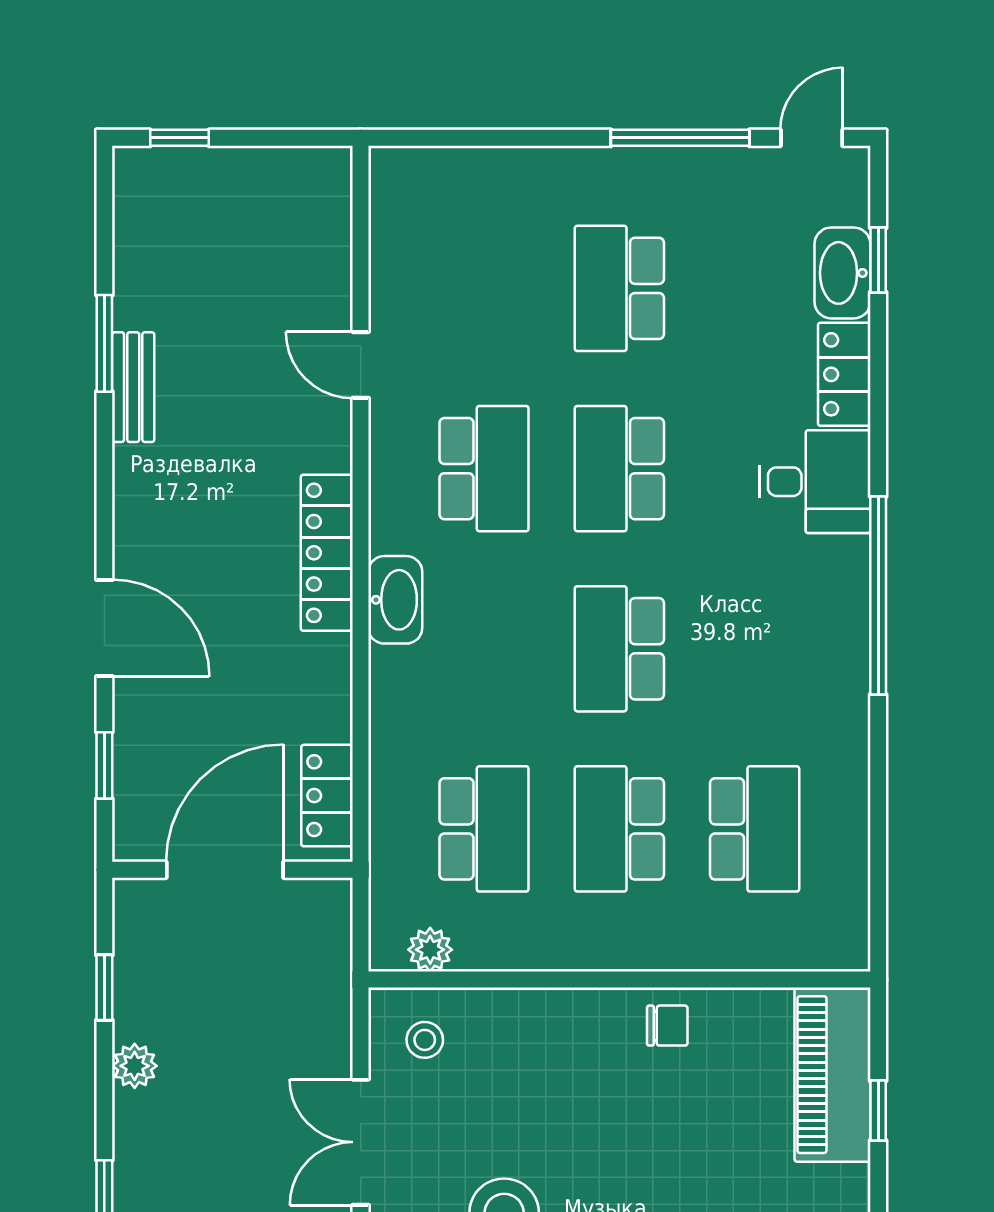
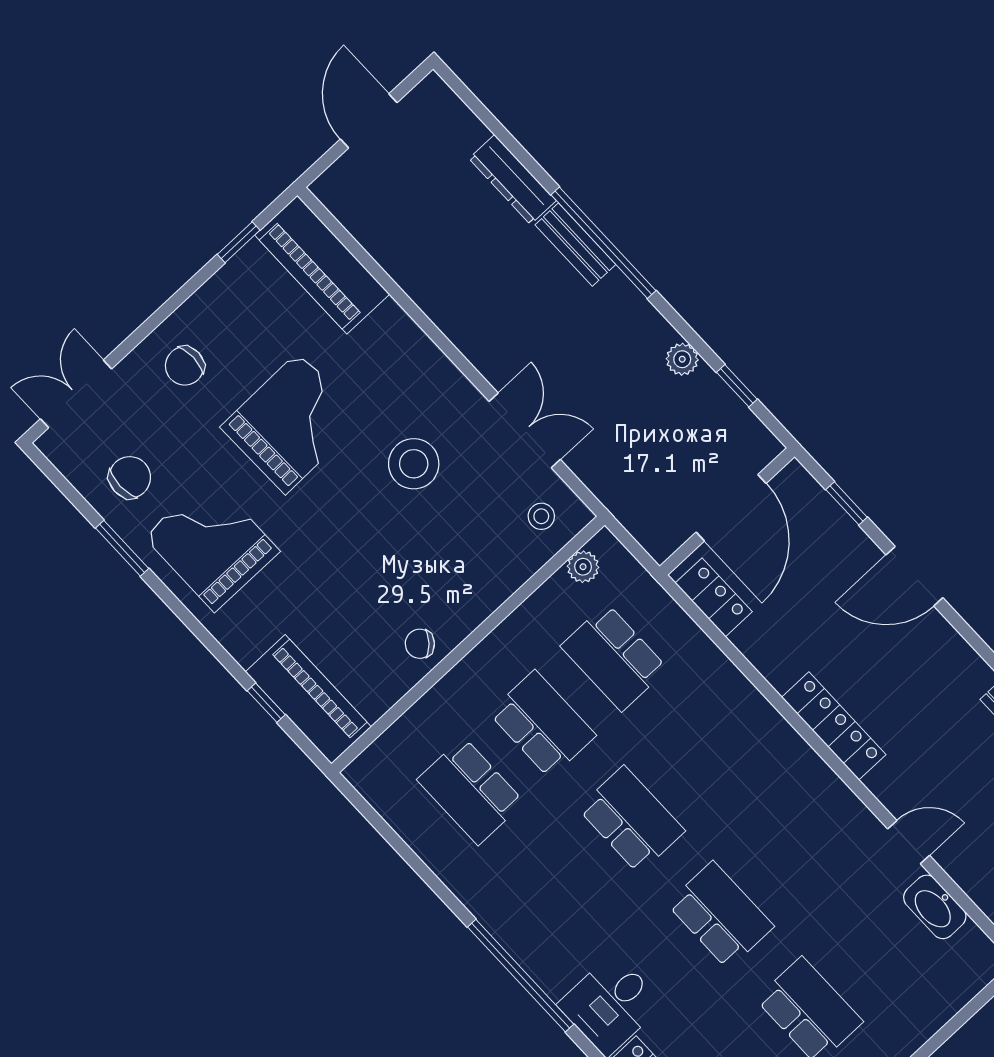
school desk: (484, 469) -> (792, 848), removed
washbasin: (395, 600) -> (935, 907), moved
chair: (667, 1026) -> (420, 644), turned 42

